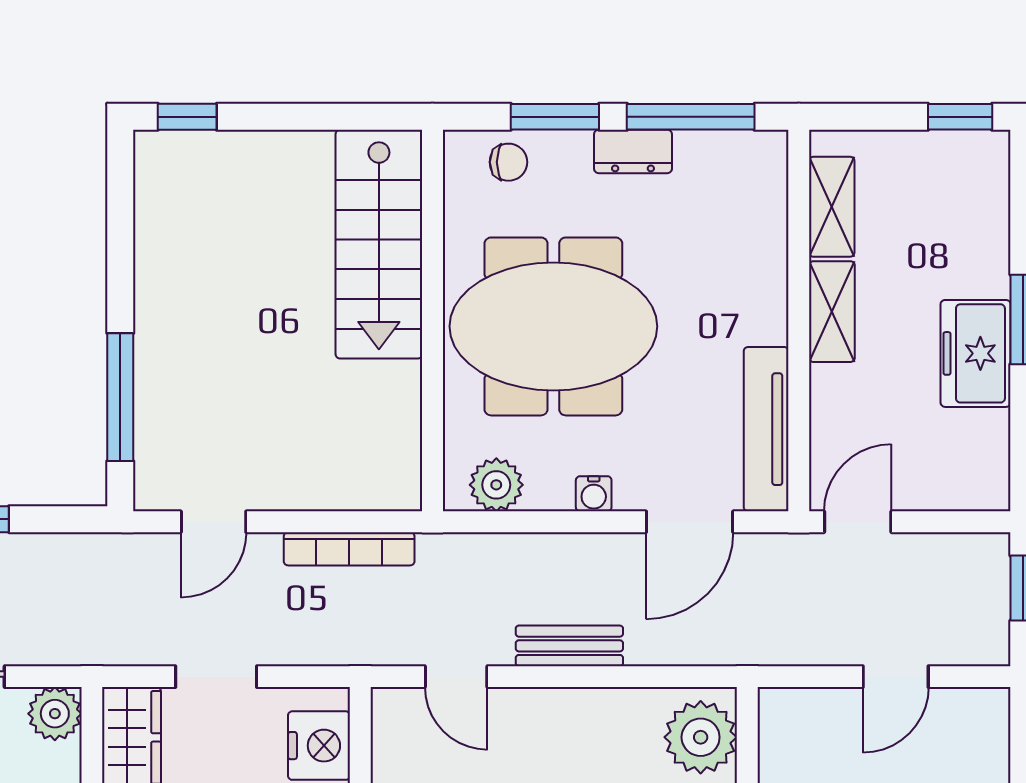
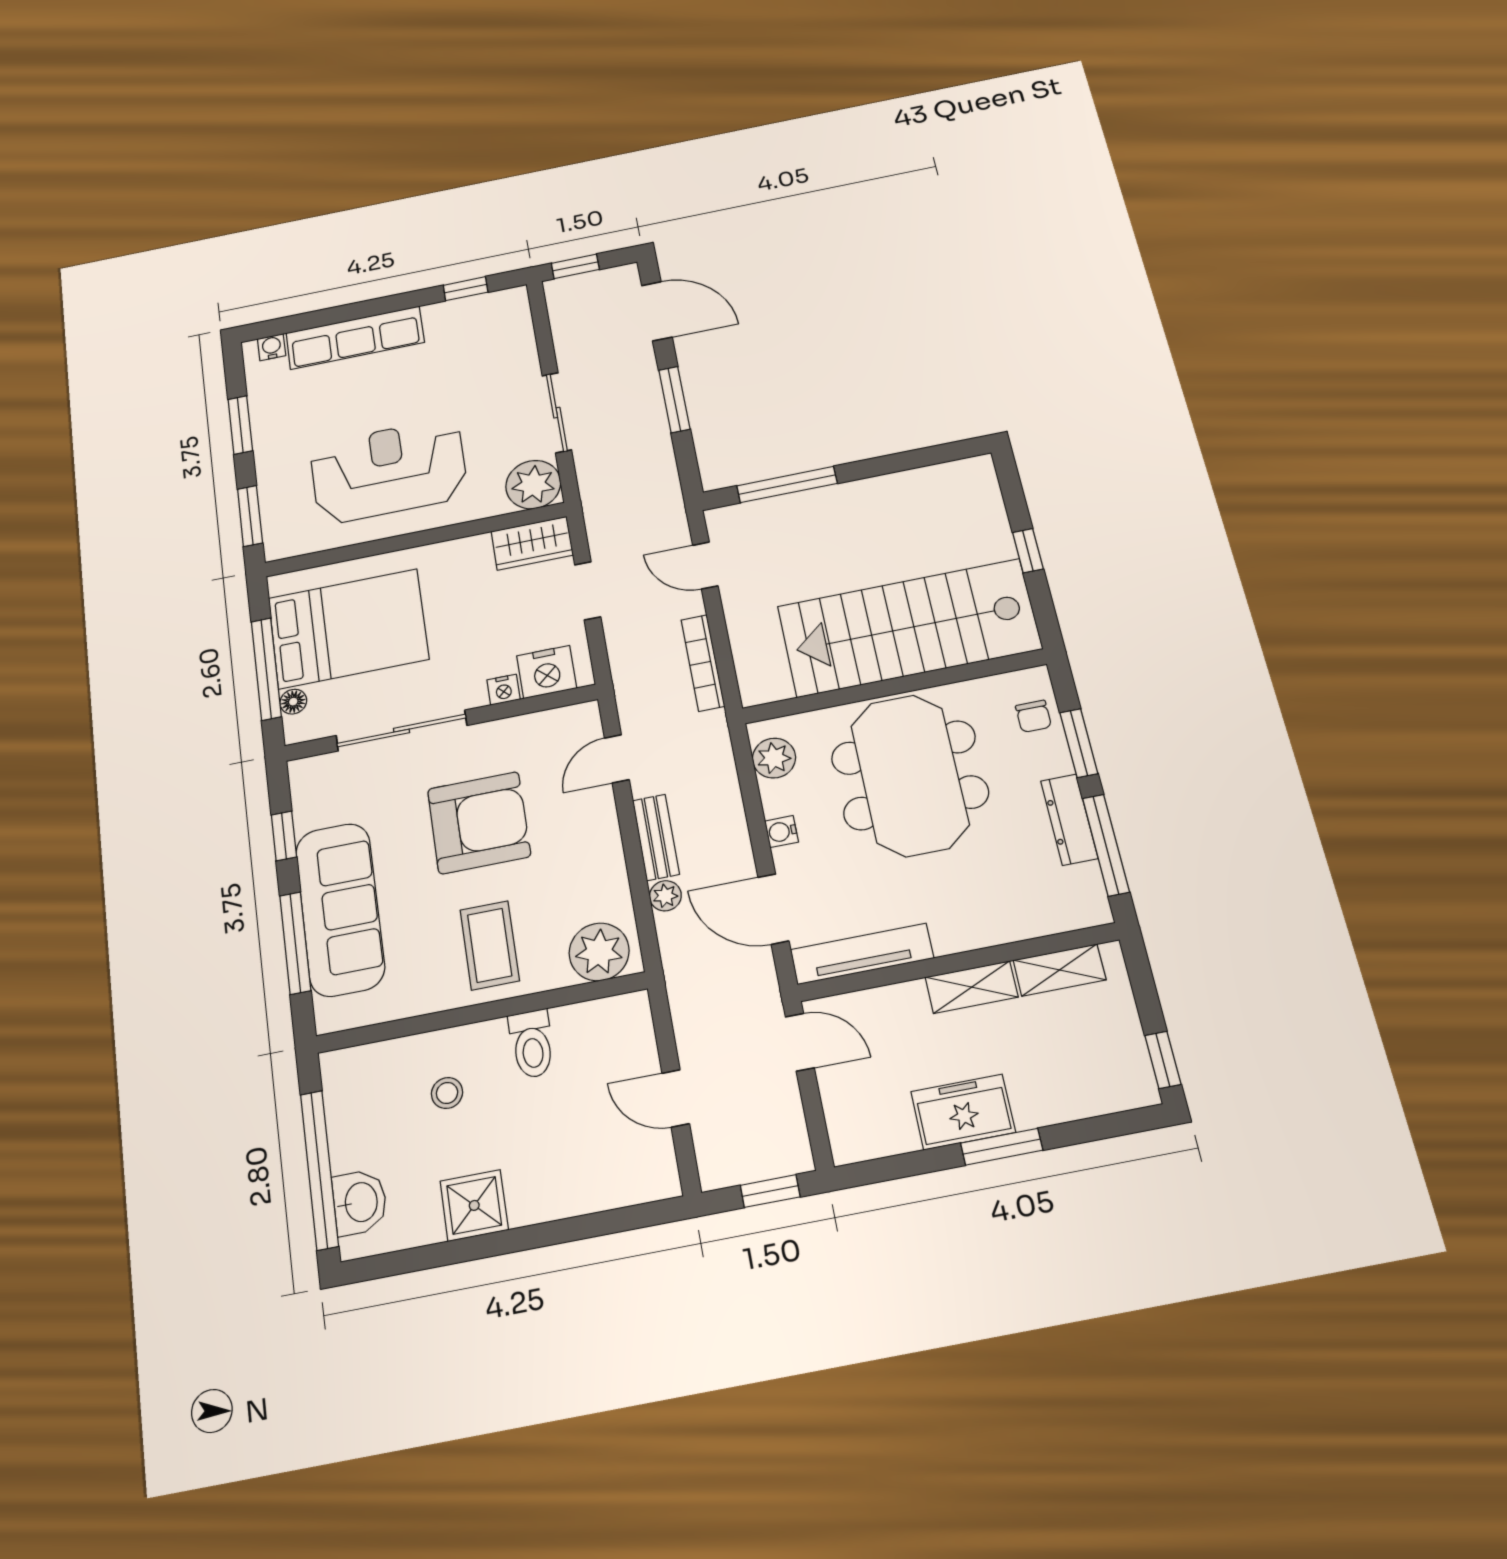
window: (187, 117) -> (1028, 551), moved
dresser: (633, 151) -> (1069, 820), width x1.44
stairs: (379, 244) -> (909, 628), width x1.36, depth x1.51
plant: (646, 647) -> (665, 896), added
plant: (55, 714) -> (533, 485), width x1.36, depth x1.36

